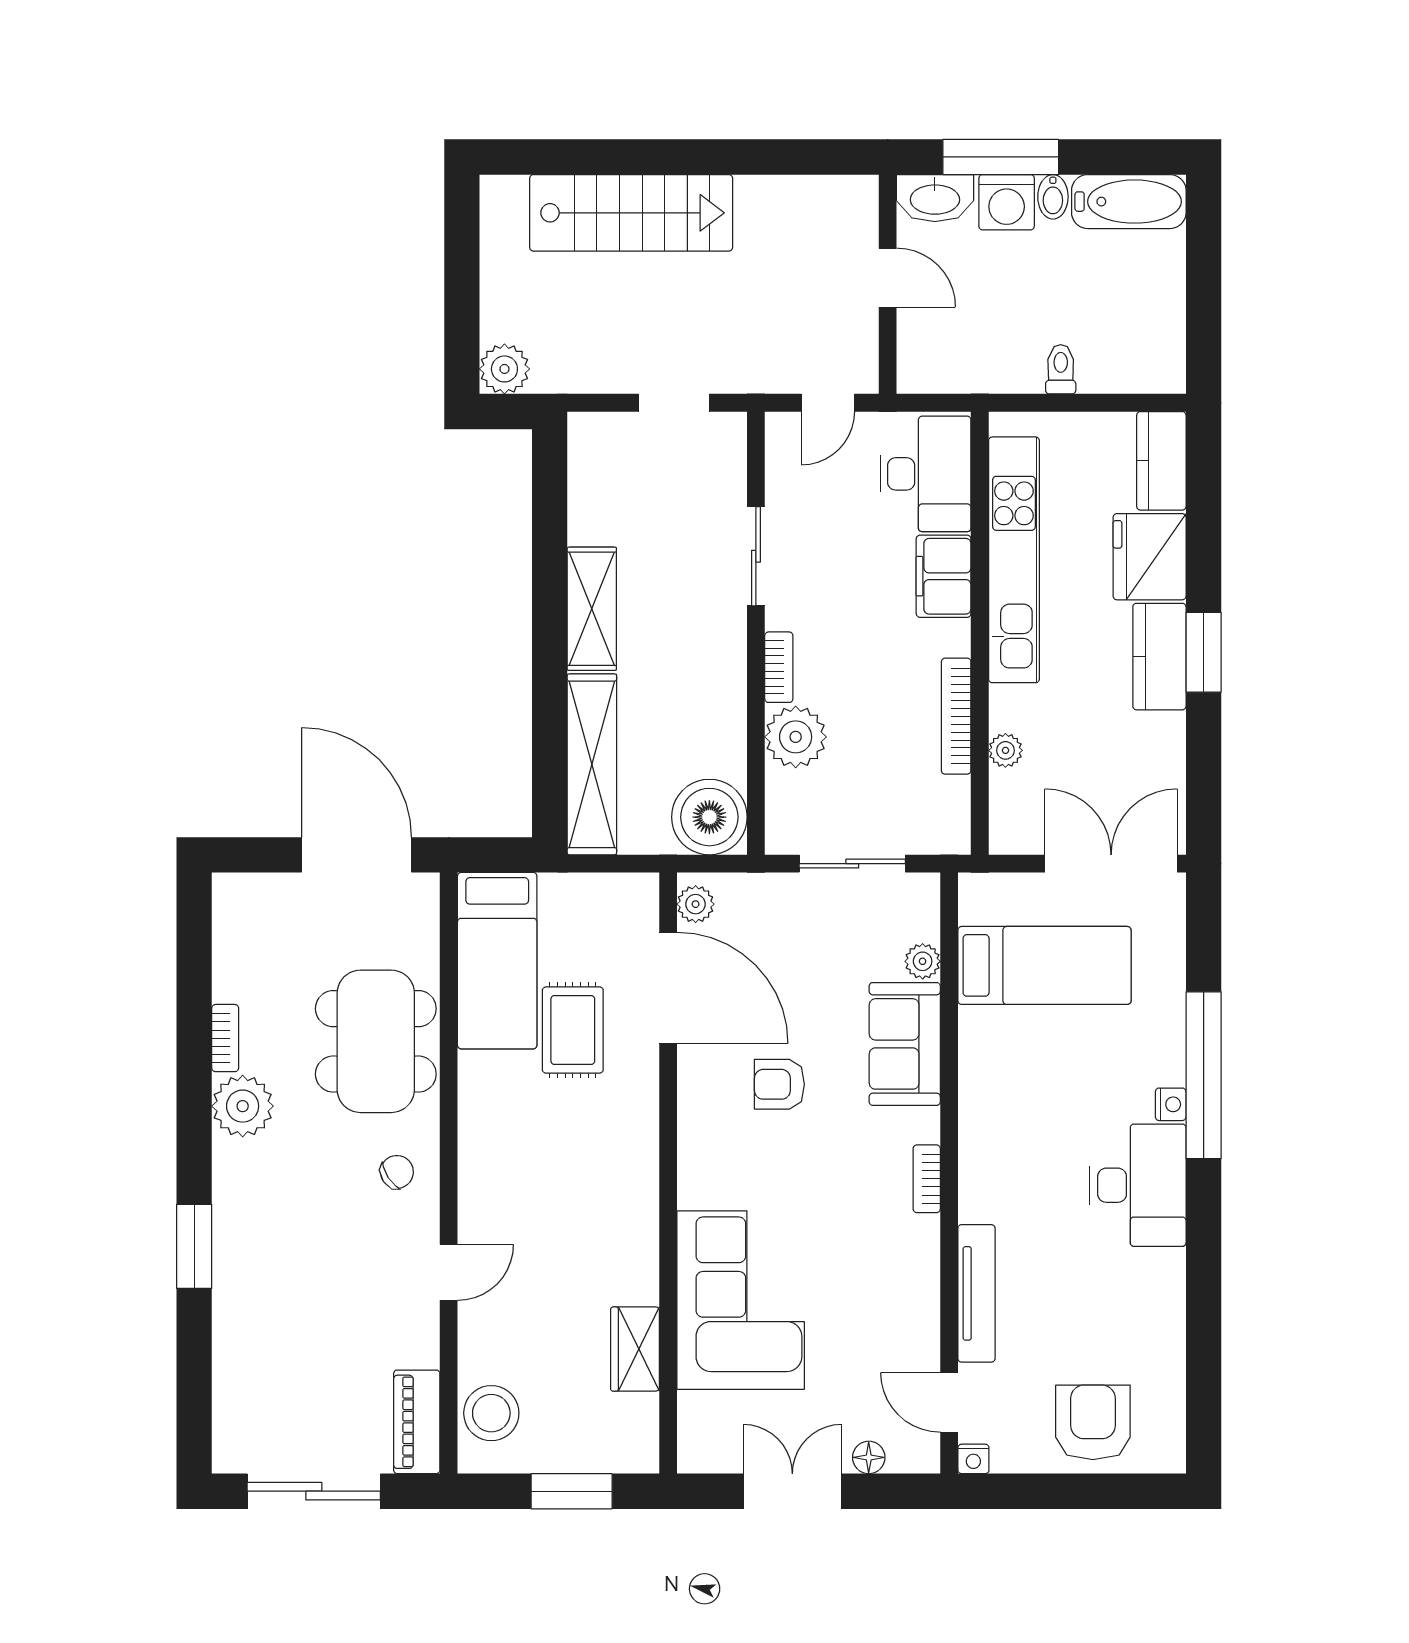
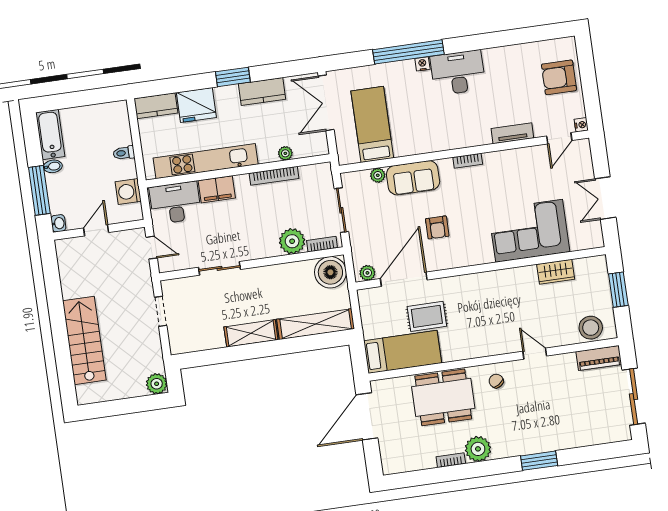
washbasin: (935, 198) -> (58, 223), width x0.52, depth x0.69
washing machine: (1007, 202) -> (128, 192), moved, turned 180
kitchen counter: (1159, 657) -> (262, 91), moved
bookcase: (779, 667) -> (322, 244), moved
tv unit: (976, 1293) -> (512, 133), width x0.71
floor lamp: (869, 1457) -> (587, 168), removed

